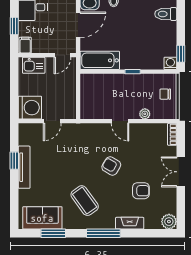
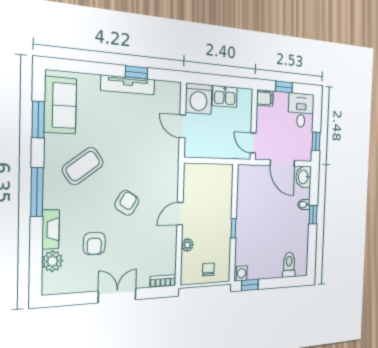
bathtub: (100, 60) -> (246, 188), removed
kitchen sink: (34, 65) -> (225, 96), moved, turned -90
plant: (169, 222) -> (52, 261), moved

